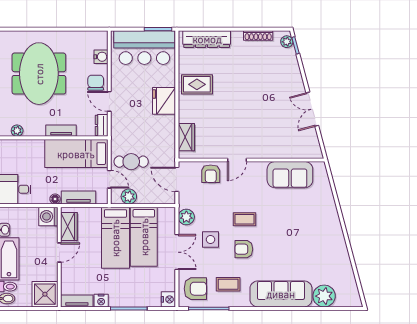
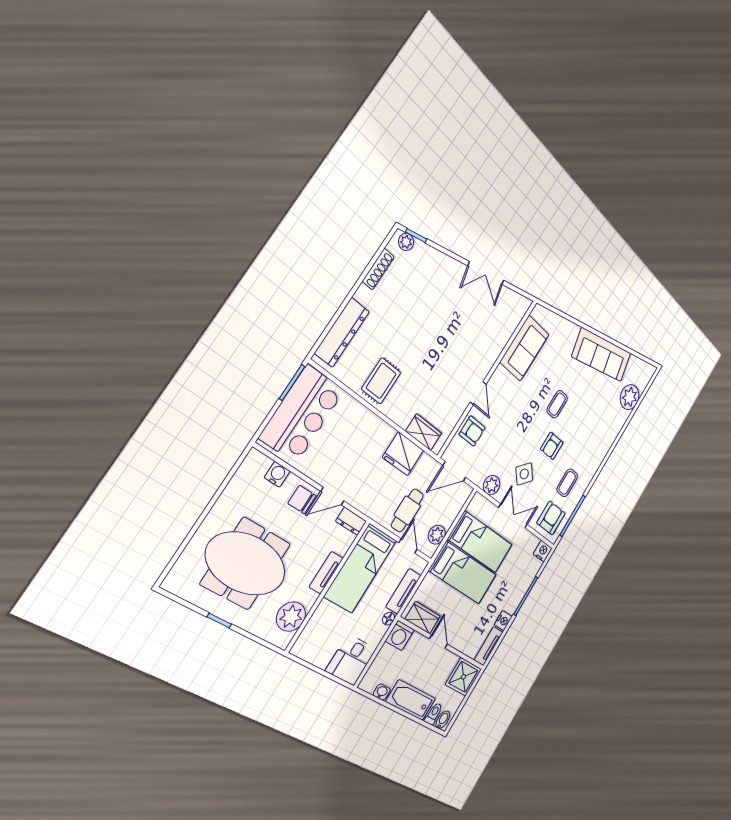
fridge: (164, 101) -> (403, 454), moved
plant: (17, 131) -> (291, 617), width x1.88, depth x1.88
door: (109, 179) -> (408, 546), hinge flipped
coffee table: (244, 219) -> (557, 404), moved
side table: (210, 240) -> (524, 474), turned 45
sofa: (281, 294) -> (602, 355), moved, turned -105

